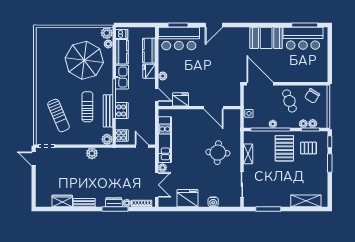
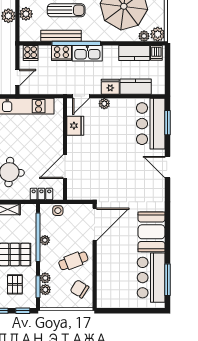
kitchen sink: (122, 77) -> (87, 53), moved
locker: (236, 127) -> (41, 194), added
plant: (107, 139) -> (26, 14), moved

